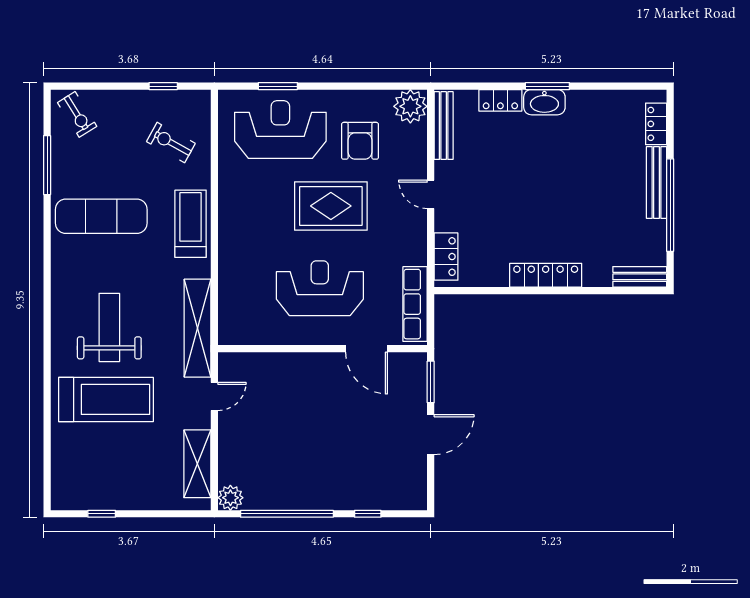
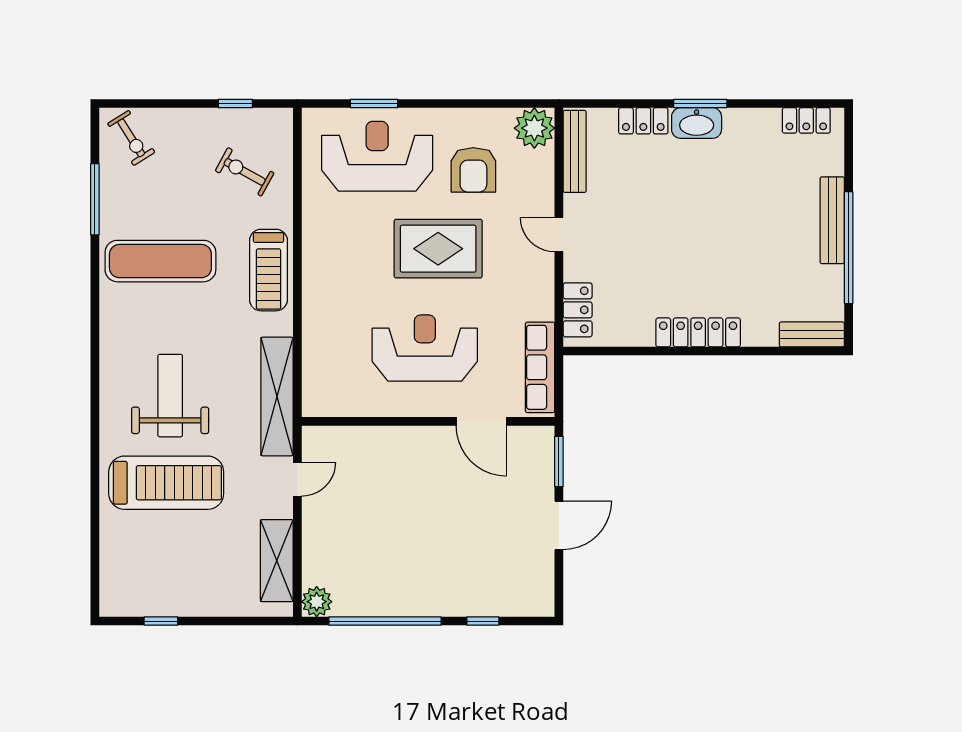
locker: (656, 124) -> (806, 120), moved, turned -90
treadmill: (191, 224) -> (268, 270), turned 180

